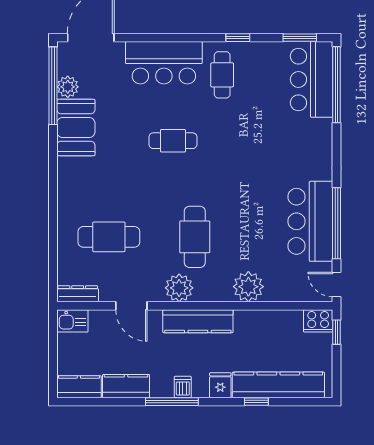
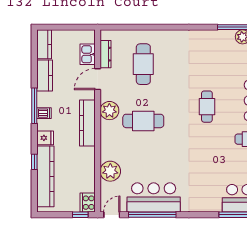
booth: (76, 128) -> (216, 42), removed
plant: (248, 287) -> (110, 171), moved
dresser: (78, 294) -> (106, 54), moved
kitchen sink: (72, 321) -> (88, 54), moved

